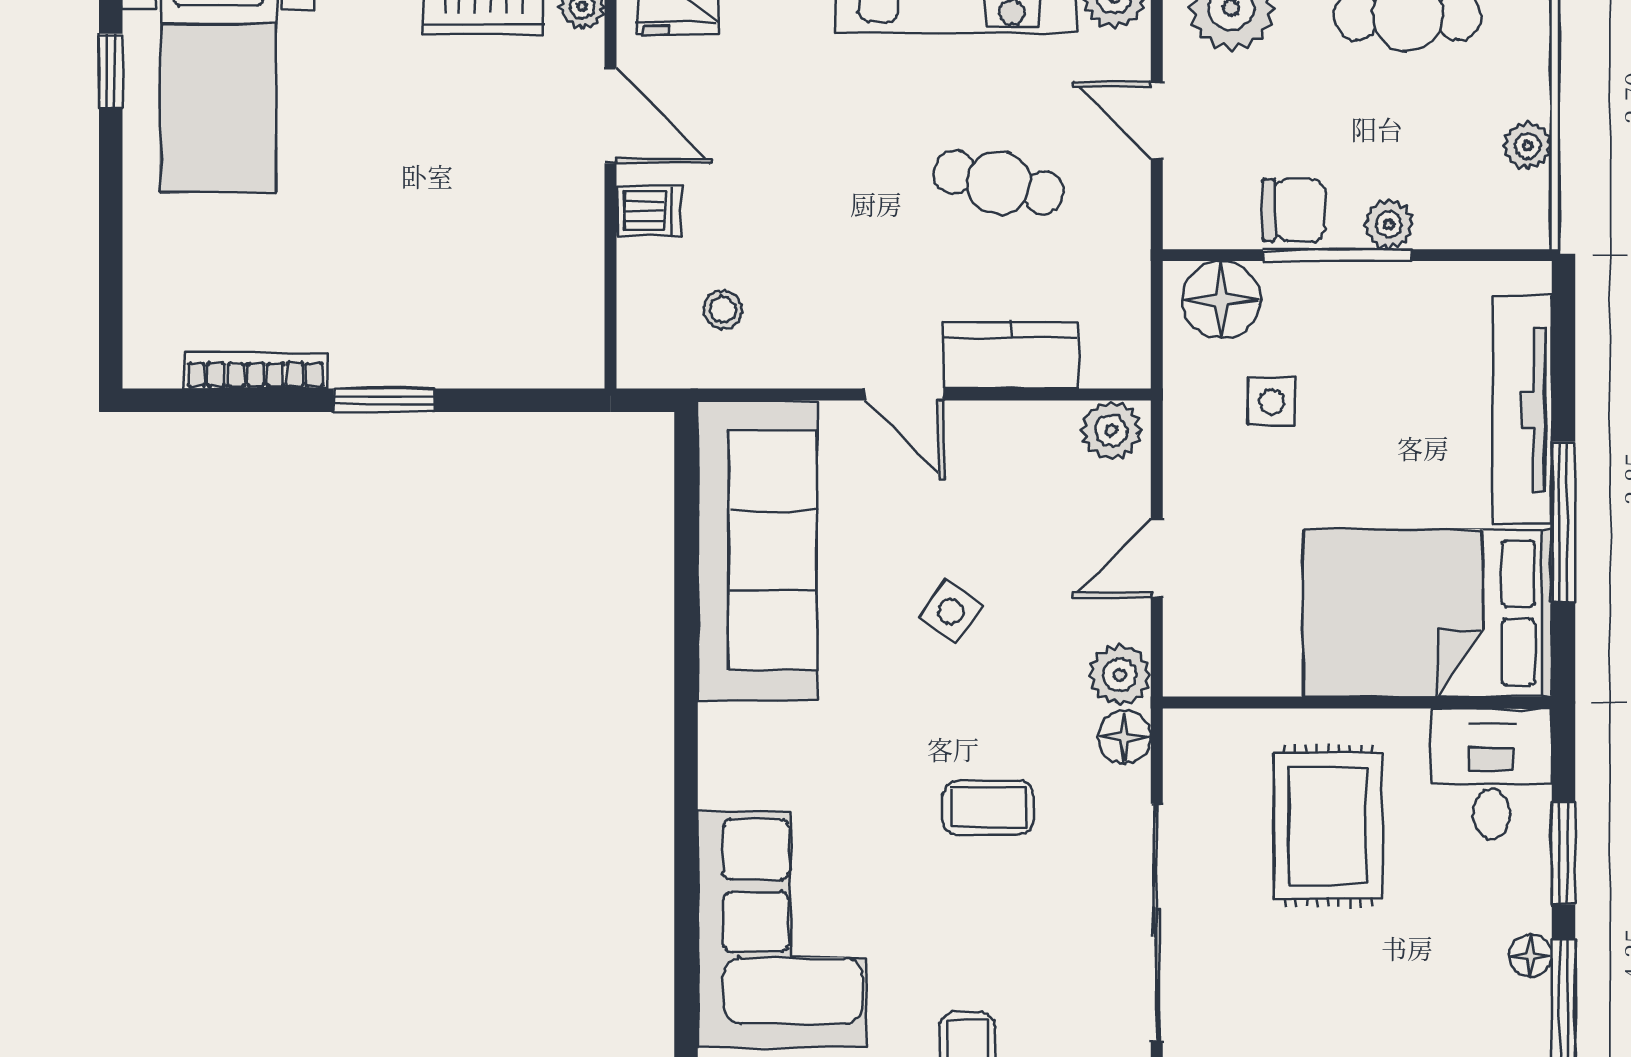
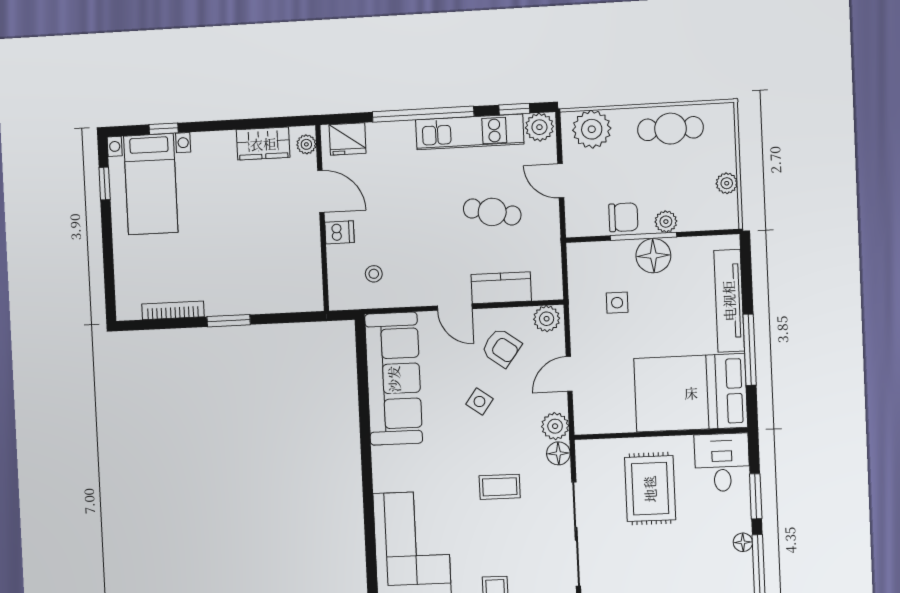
floor lamp: (1221, 300) -> (653, 256), moved
armchair: (1006, 491) -> (501, 348), added

